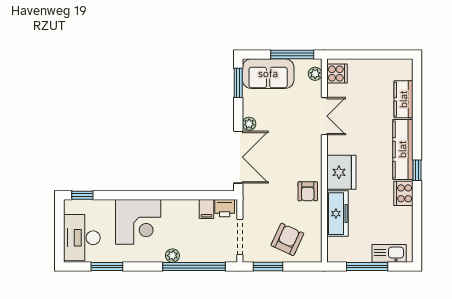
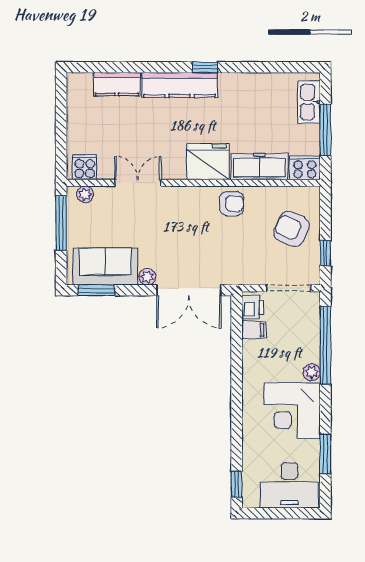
sofa: (268, 74) -> (105, 266), moved, turned -90
double door: (238, 157) -> (189, 290), swing flipped
cooker: (403, 193) -> (305, 168), moved, turned 180
corner desk: (138, 222) -> (292, 410), moved, turned 180
window: (268, 267) -> (325, 253), width x0.67

